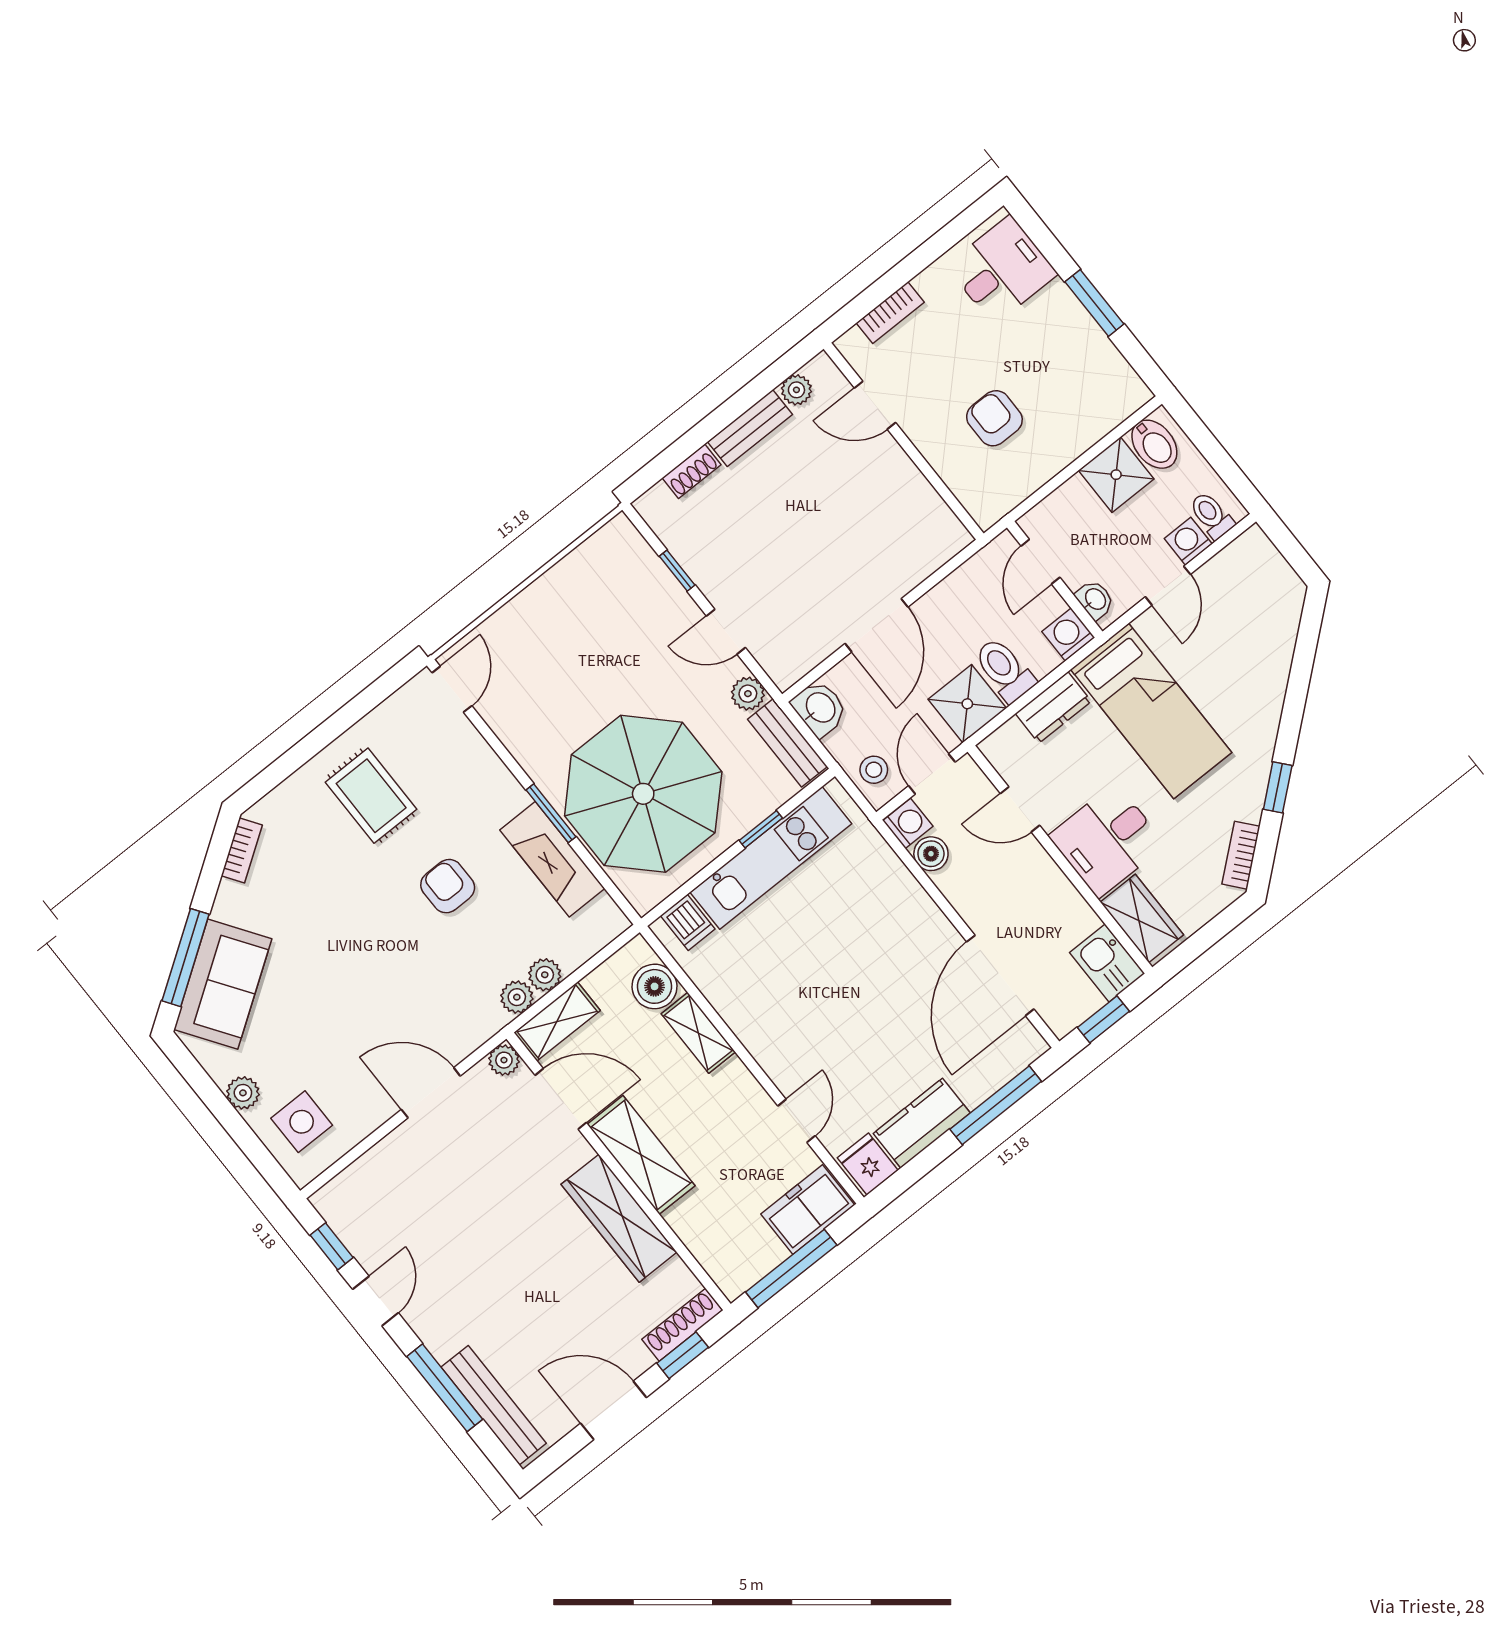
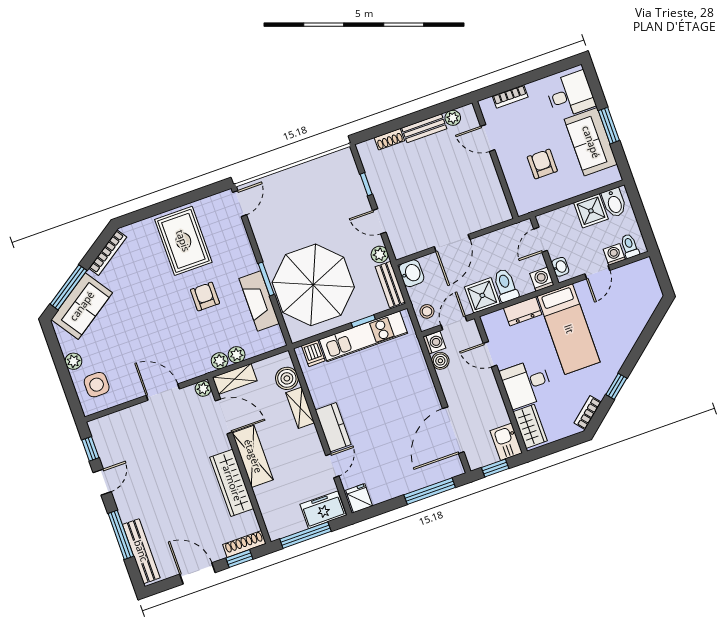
sofa: (1071, 345) -> (591, 142), added
rug: (371, 796) -> (183, 241), width x1.36, depth x1.43
bookcase: (242, 850) -> (108, 253), width x1.56
kitchen counter: (922, 1123) -> (333, 427), moved, turned 90

